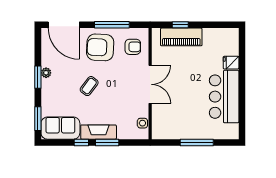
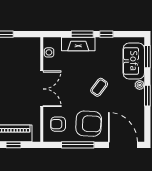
plant: (46, 73) -> (140, 85), moved
double door: (150, 84) -> (42, 89), swing flipped
sofa: (60, 128) -> (134, 61), moved, turned 90
fireplace: (99, 132) -> (78, 44), moved

